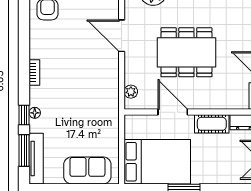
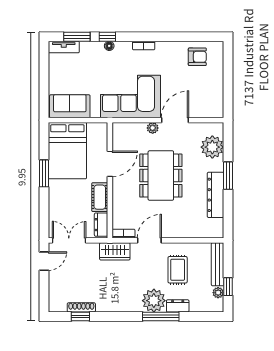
corner sofa: (94, 88) -> (130, 97), added
plant: (131, 92) -> (153, 128), moved
tv unit: (36, 159) -> (64, 47), width x0.71
sofa: (87, 170) -> (70, 106), moved, turned -90

